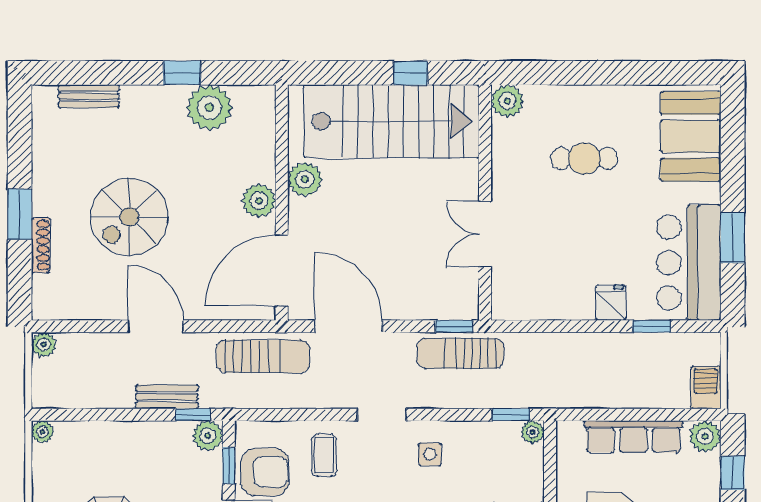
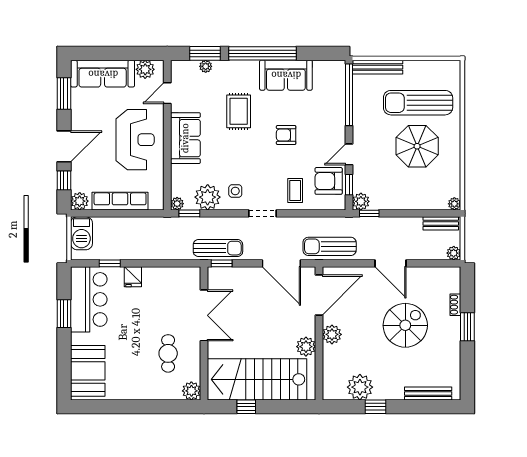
bench: (89, 96) -> (428, 393), width x1.36
cafe table: (584, 159) -> (168, 353), moved, turned 90
double door: (485, 234) -> (204, 315), width x1.37
shoe rack: (41, 245) -> (455, 305), width x0.70
barbecue: (706, 387) -> (81, 233), width x1.38, depth x1.27
bench: (167, 397) -> (441, 223), moved
plant: (479, 443) -> (208, 197), added

